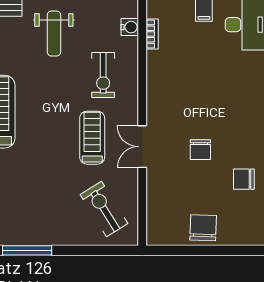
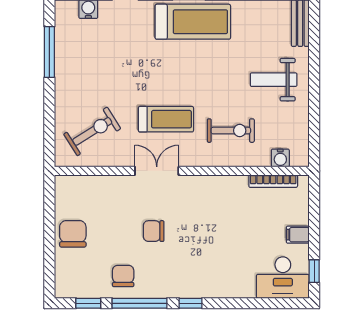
bookcase: (152, 34) -> (273, 181), width x1.56
exercise bike: (103, 75) -> (231, 131), turned 180
chair: (203, 228) -> (73, 234), turned -92

